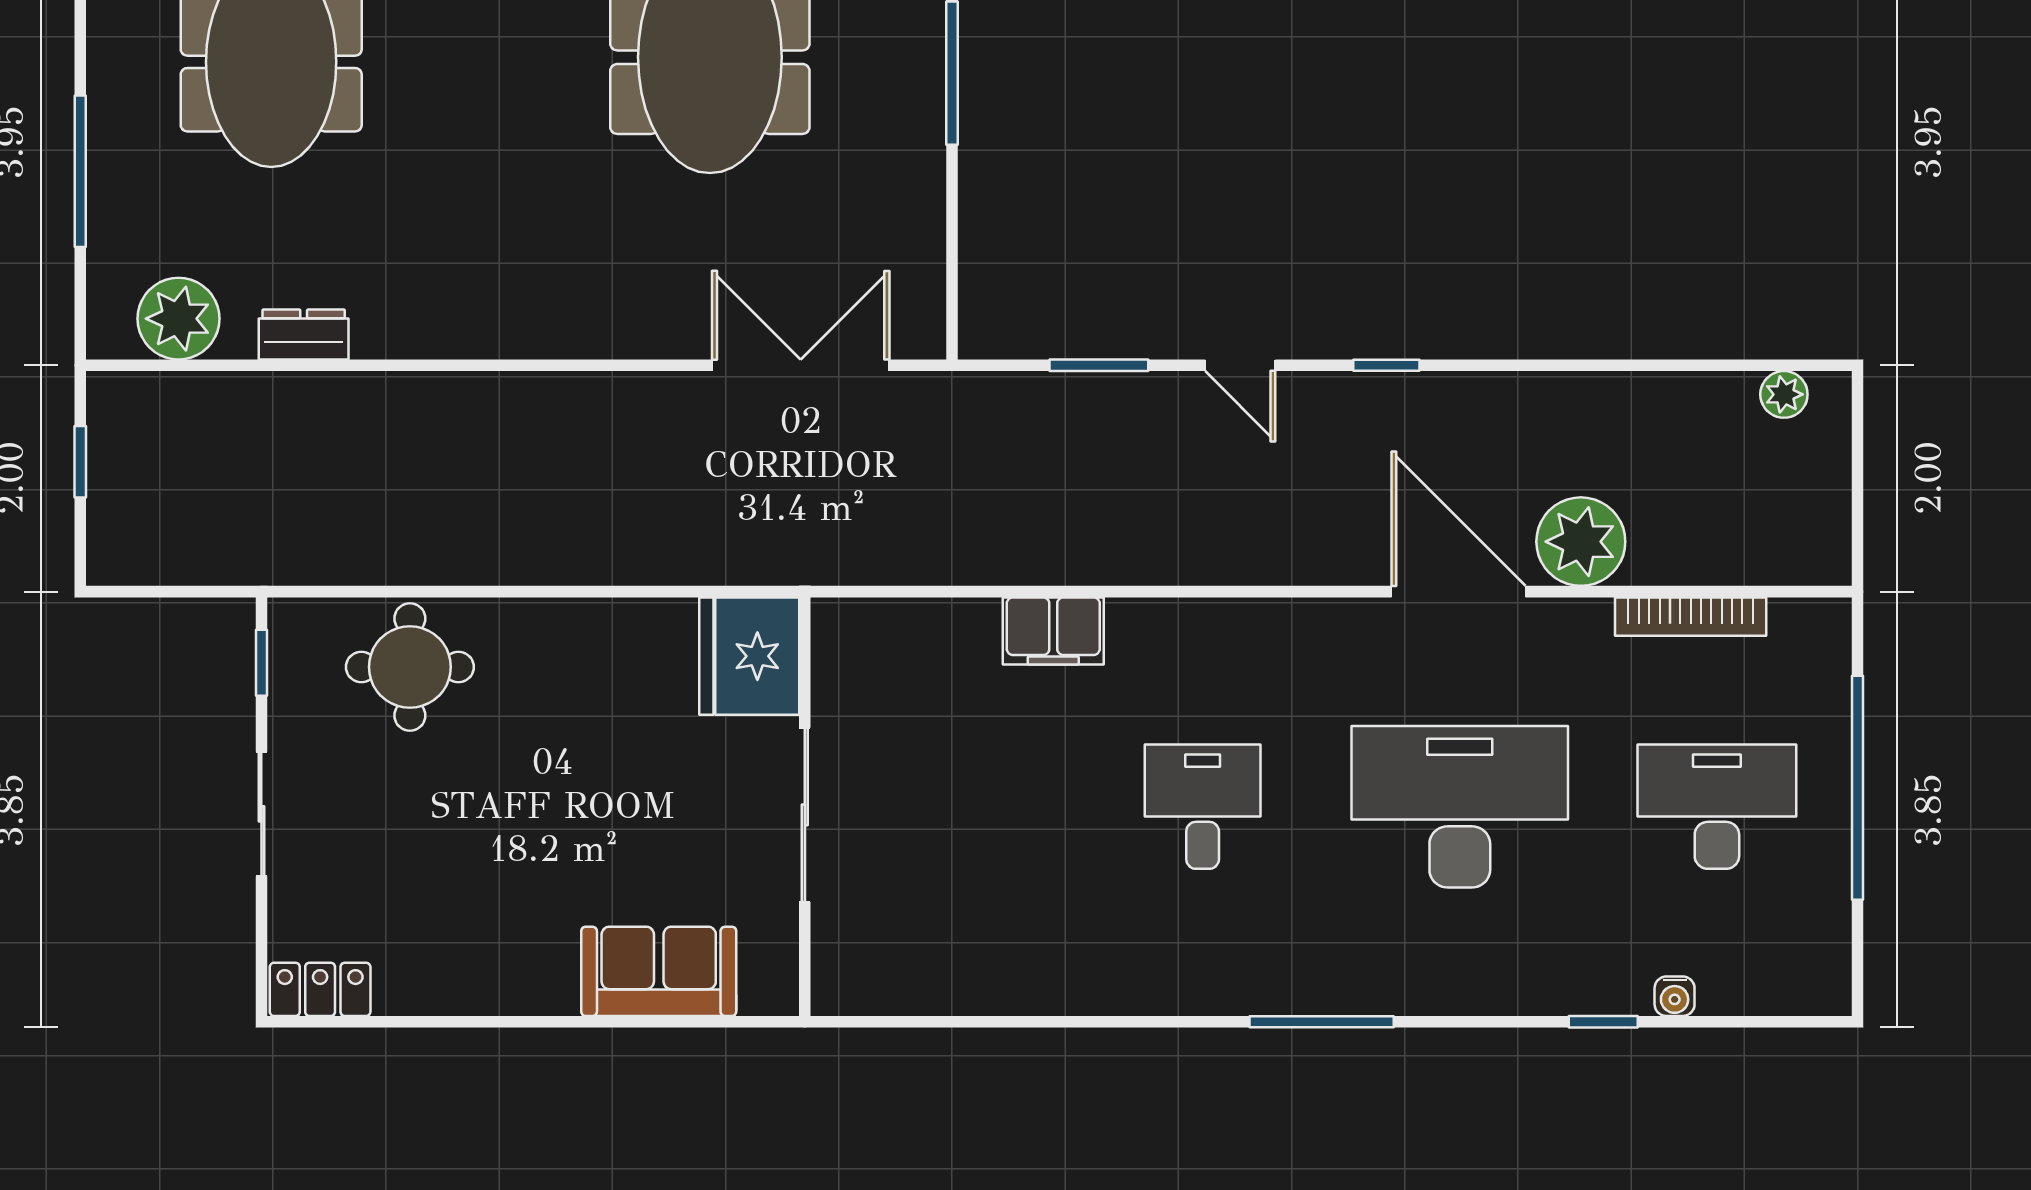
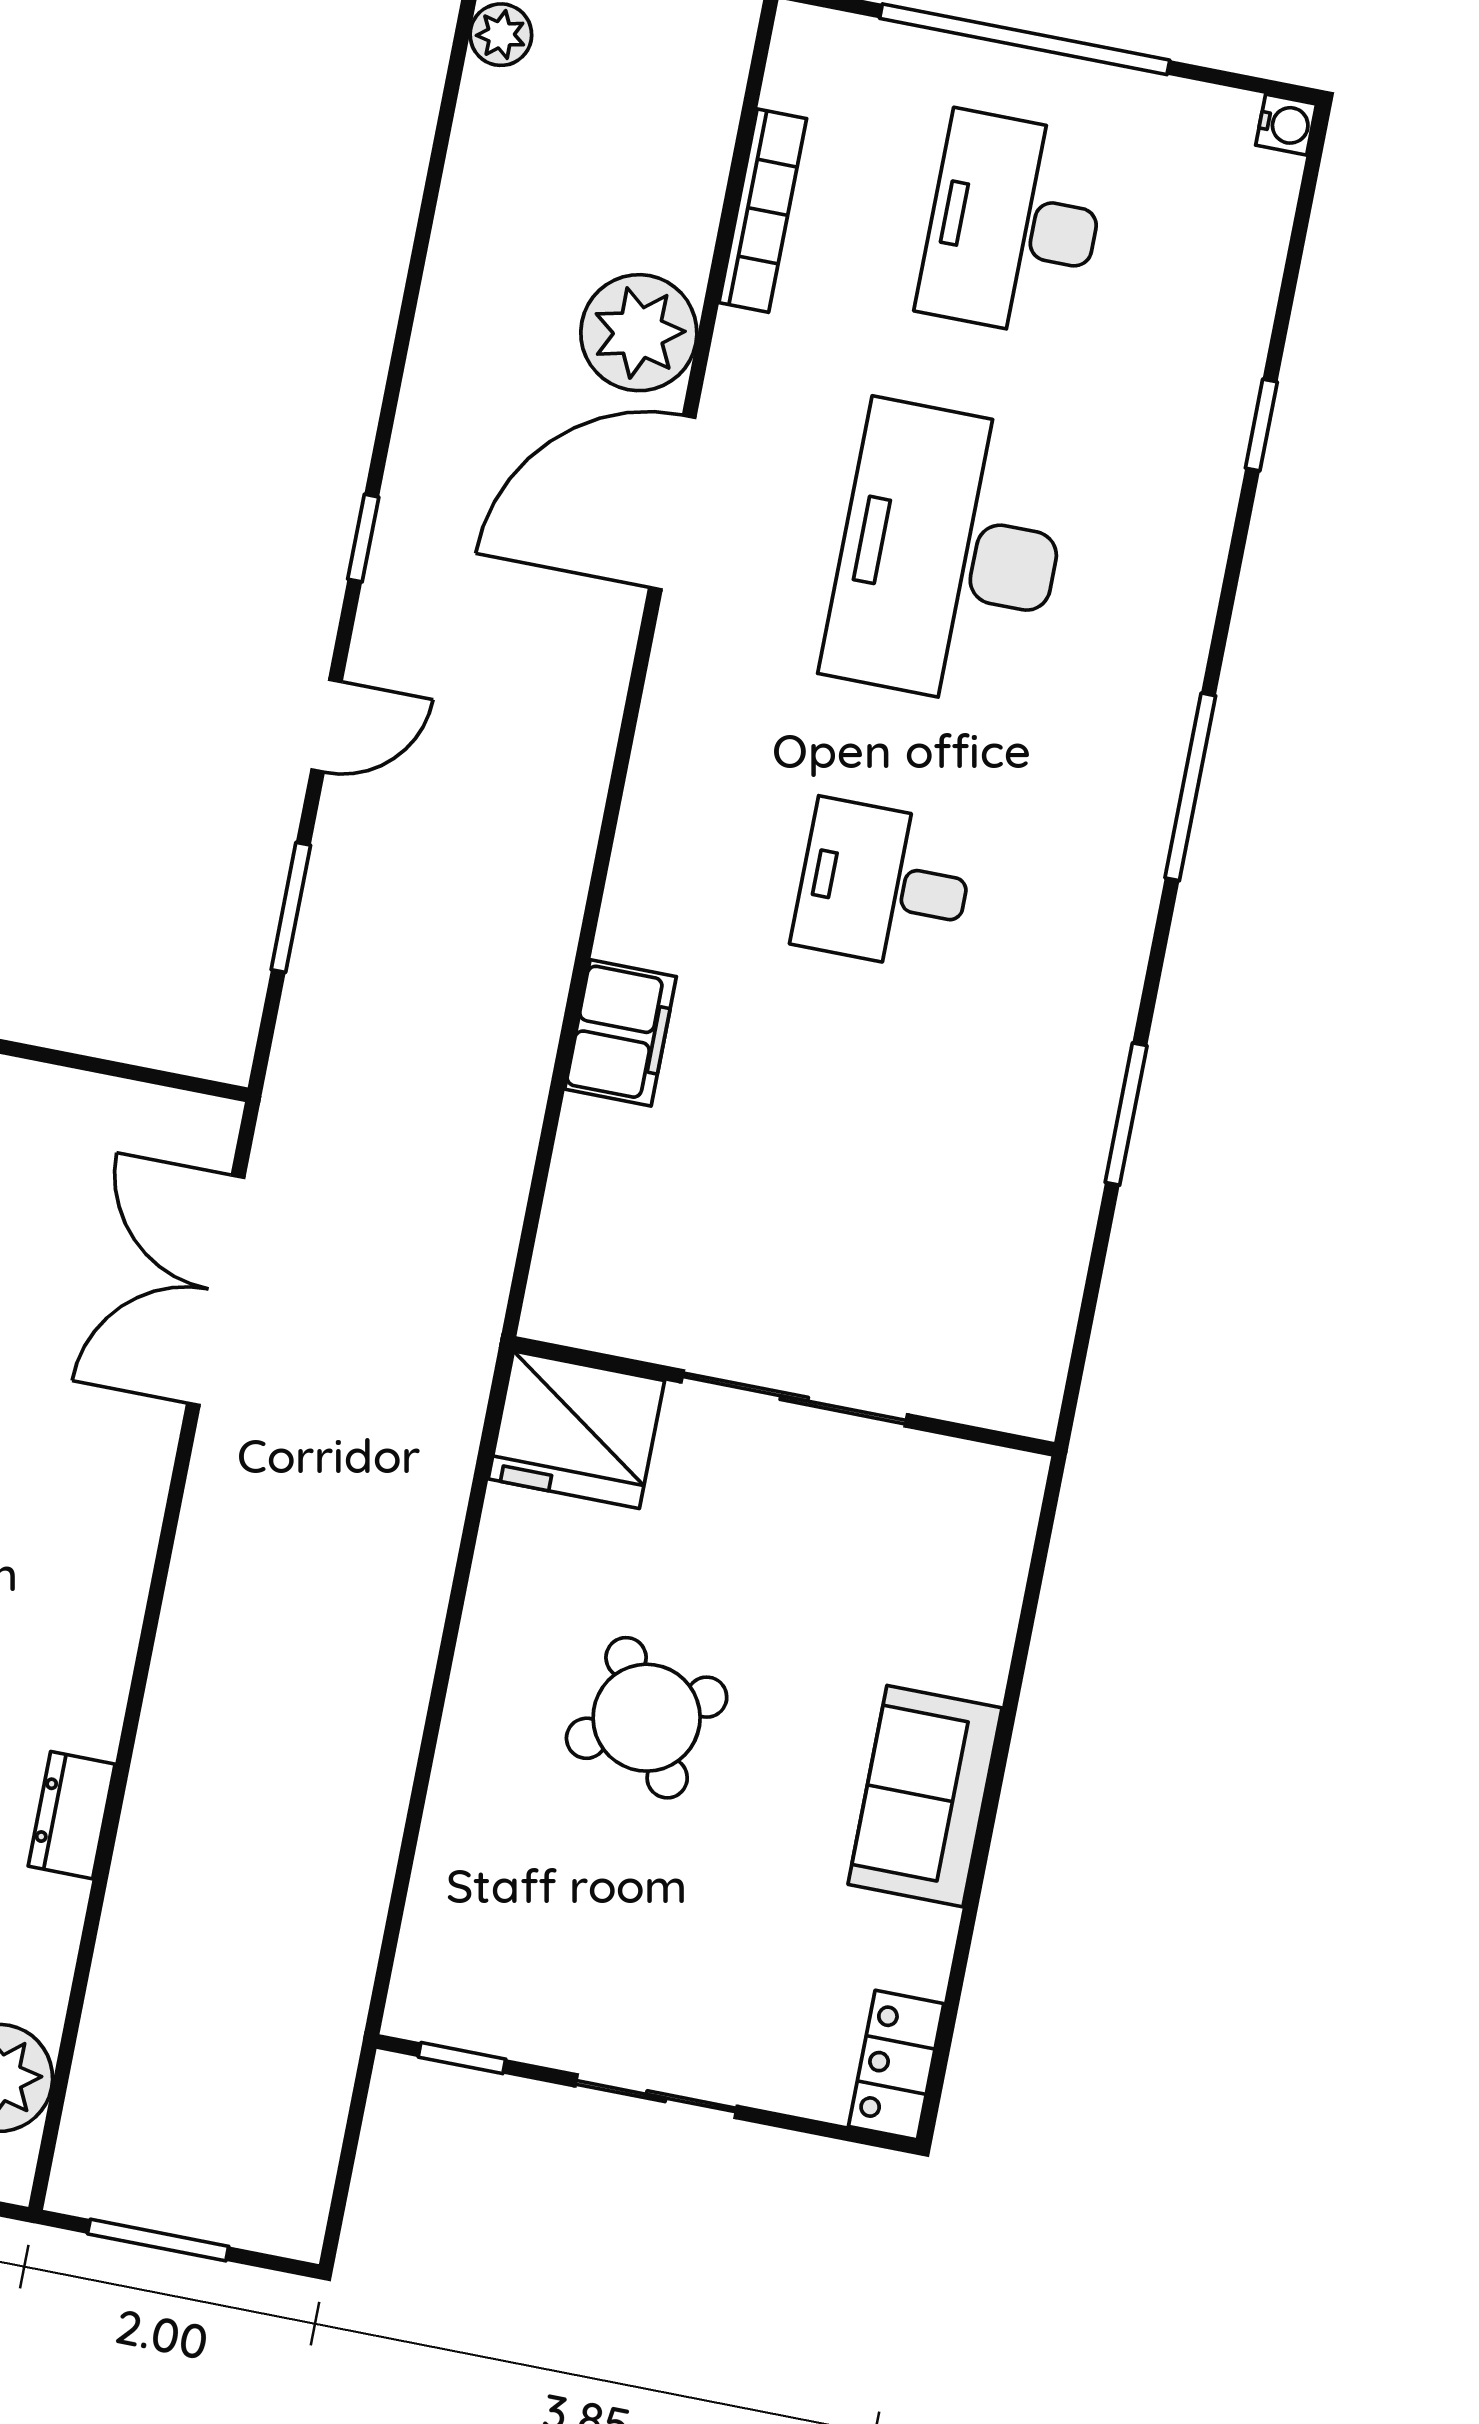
dresser: (304, 334) -> (72, 1815), moved
window: (80, 462) -> (158, 2240), width x1.50
round table: (410, 667) -> (647, 1718), moved, turned -30
sofa: (659, 971) -> (925, 1796), moved
water cooler: (1675, 996) -> (1286, 125), moved
window: (1067, 1022) -> (1126, 1114), added

